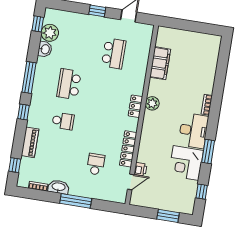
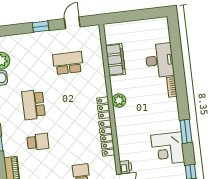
school desk: (114, 53) -> (68, 63), turned -90
desk: (193, 131) -> (160, 60), moved
locker: (128, 149) -> (107, 138), moved

